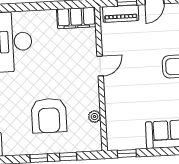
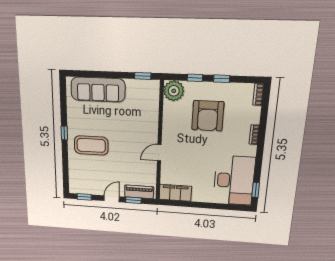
armchair: (49, 116) -> (208, 116), turned 180
plant: (94, 117) -> (174, 91), moved, width x1.88, depth x1.88

